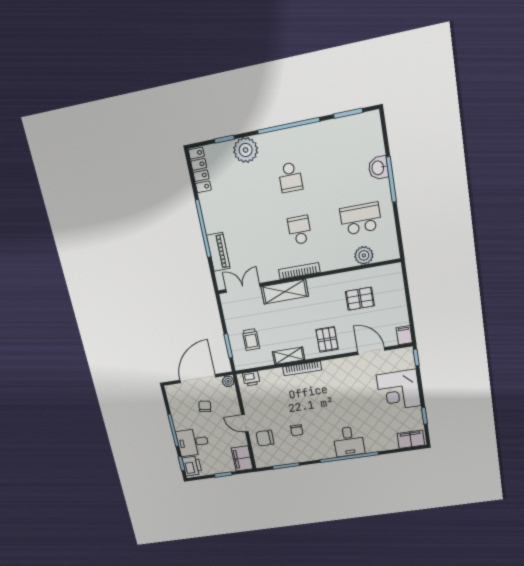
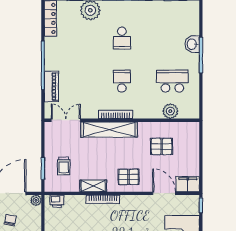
shelving: (285, 292) -> (109, 130), width x1.47
filing cabinet: (404, 335) -> (188, 184), width x2.00
pallet: (327, 339) -> (129, 177), turned 90

